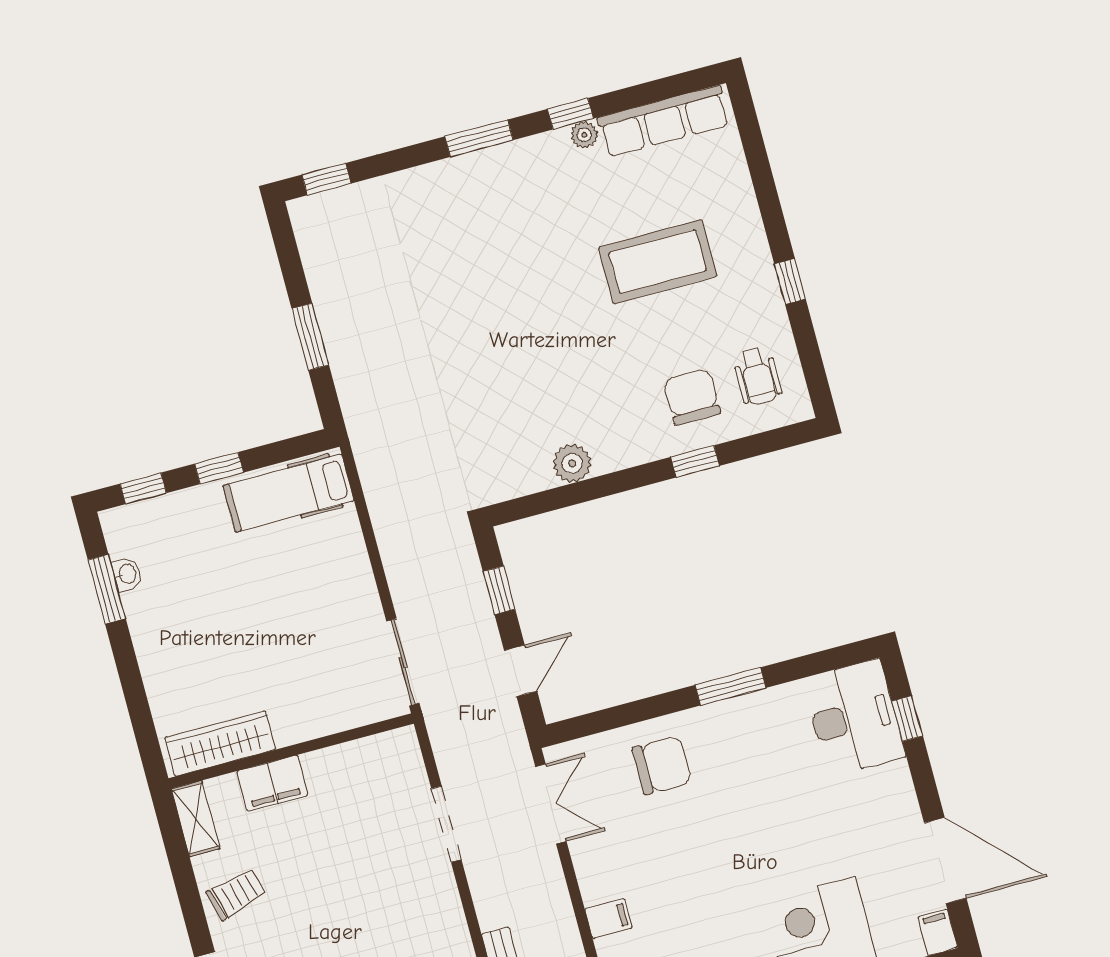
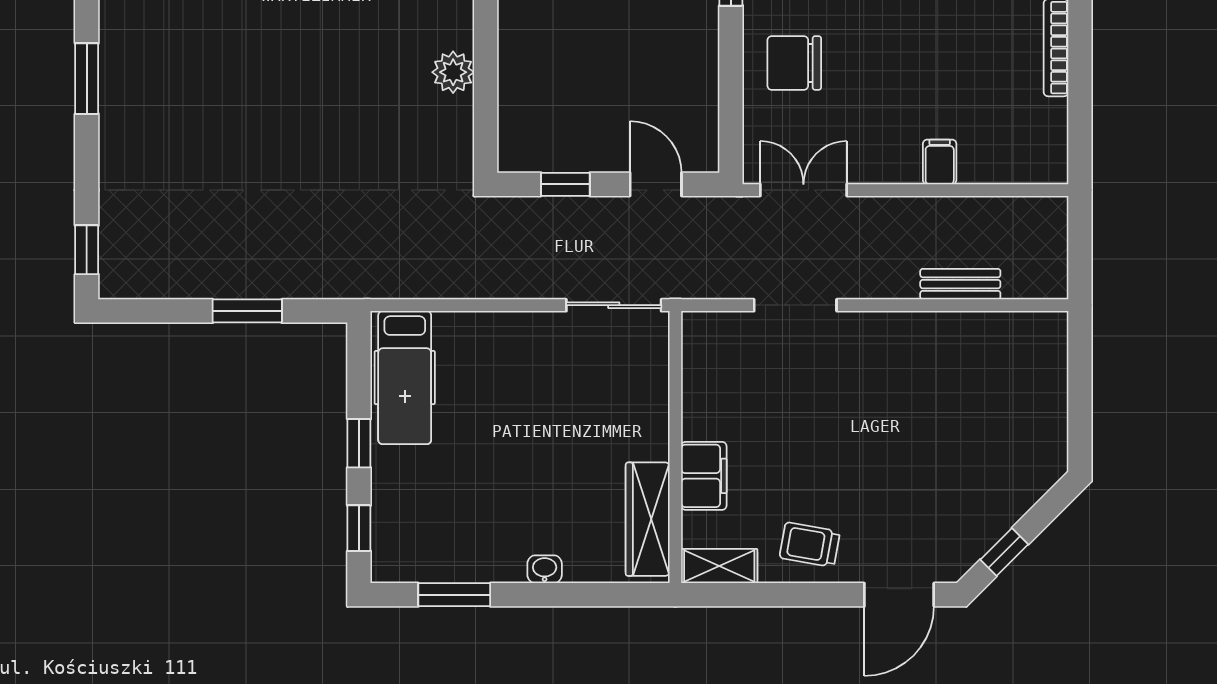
washbasin: (127, 574) -> (545, 569), moved
chair: (662, 765) -> (794, 63), turned -90
trolley: (236, 894) -> (810, 545), turned -65

